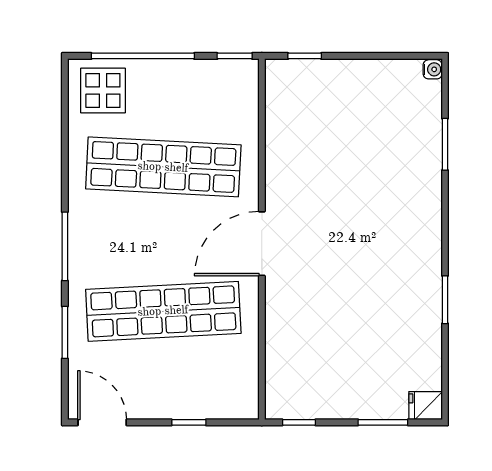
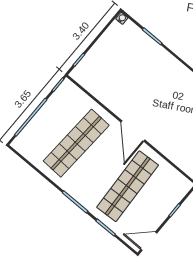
display table: (103, 90) -> (31, 142), removed

